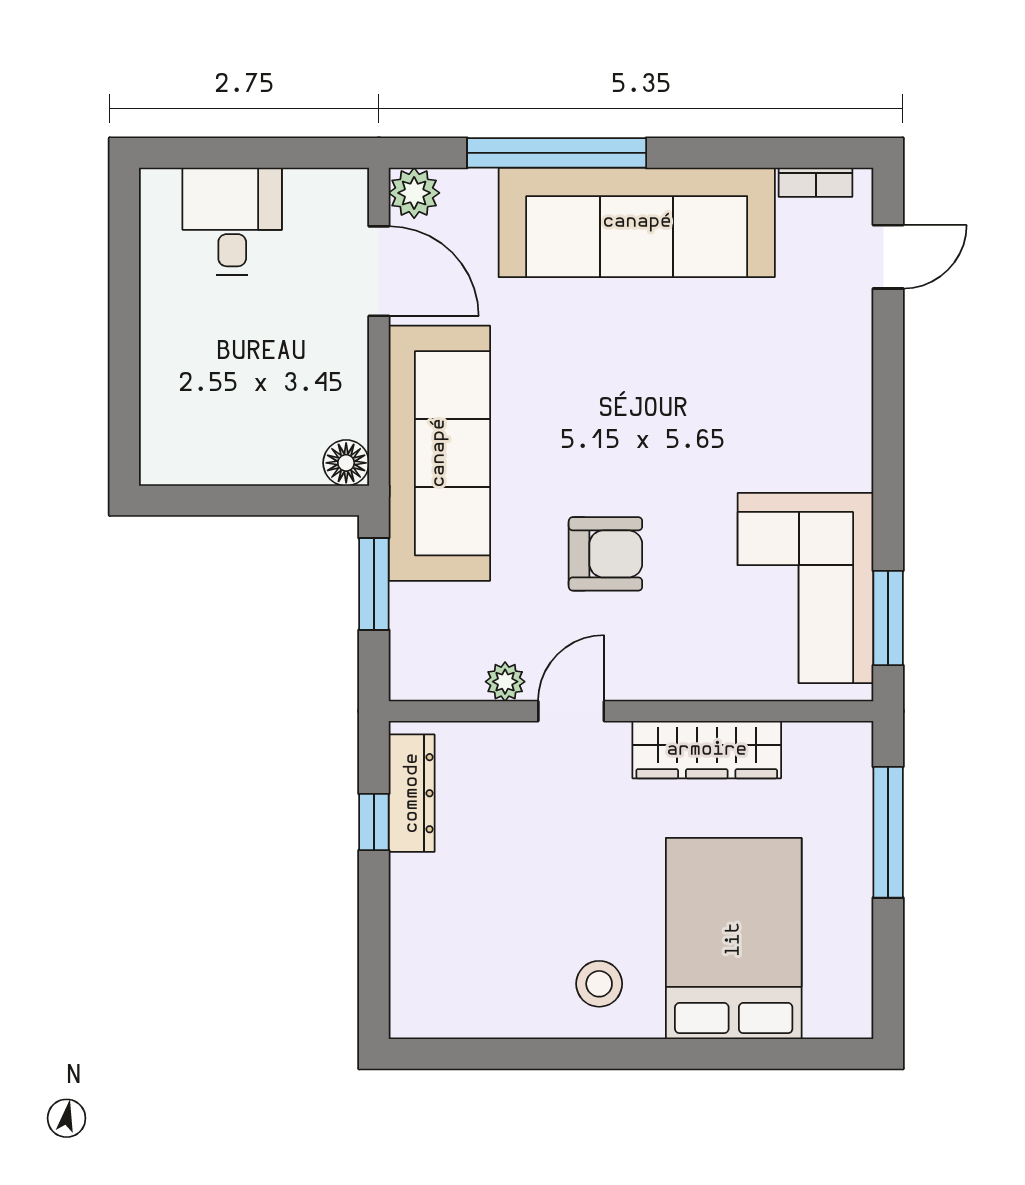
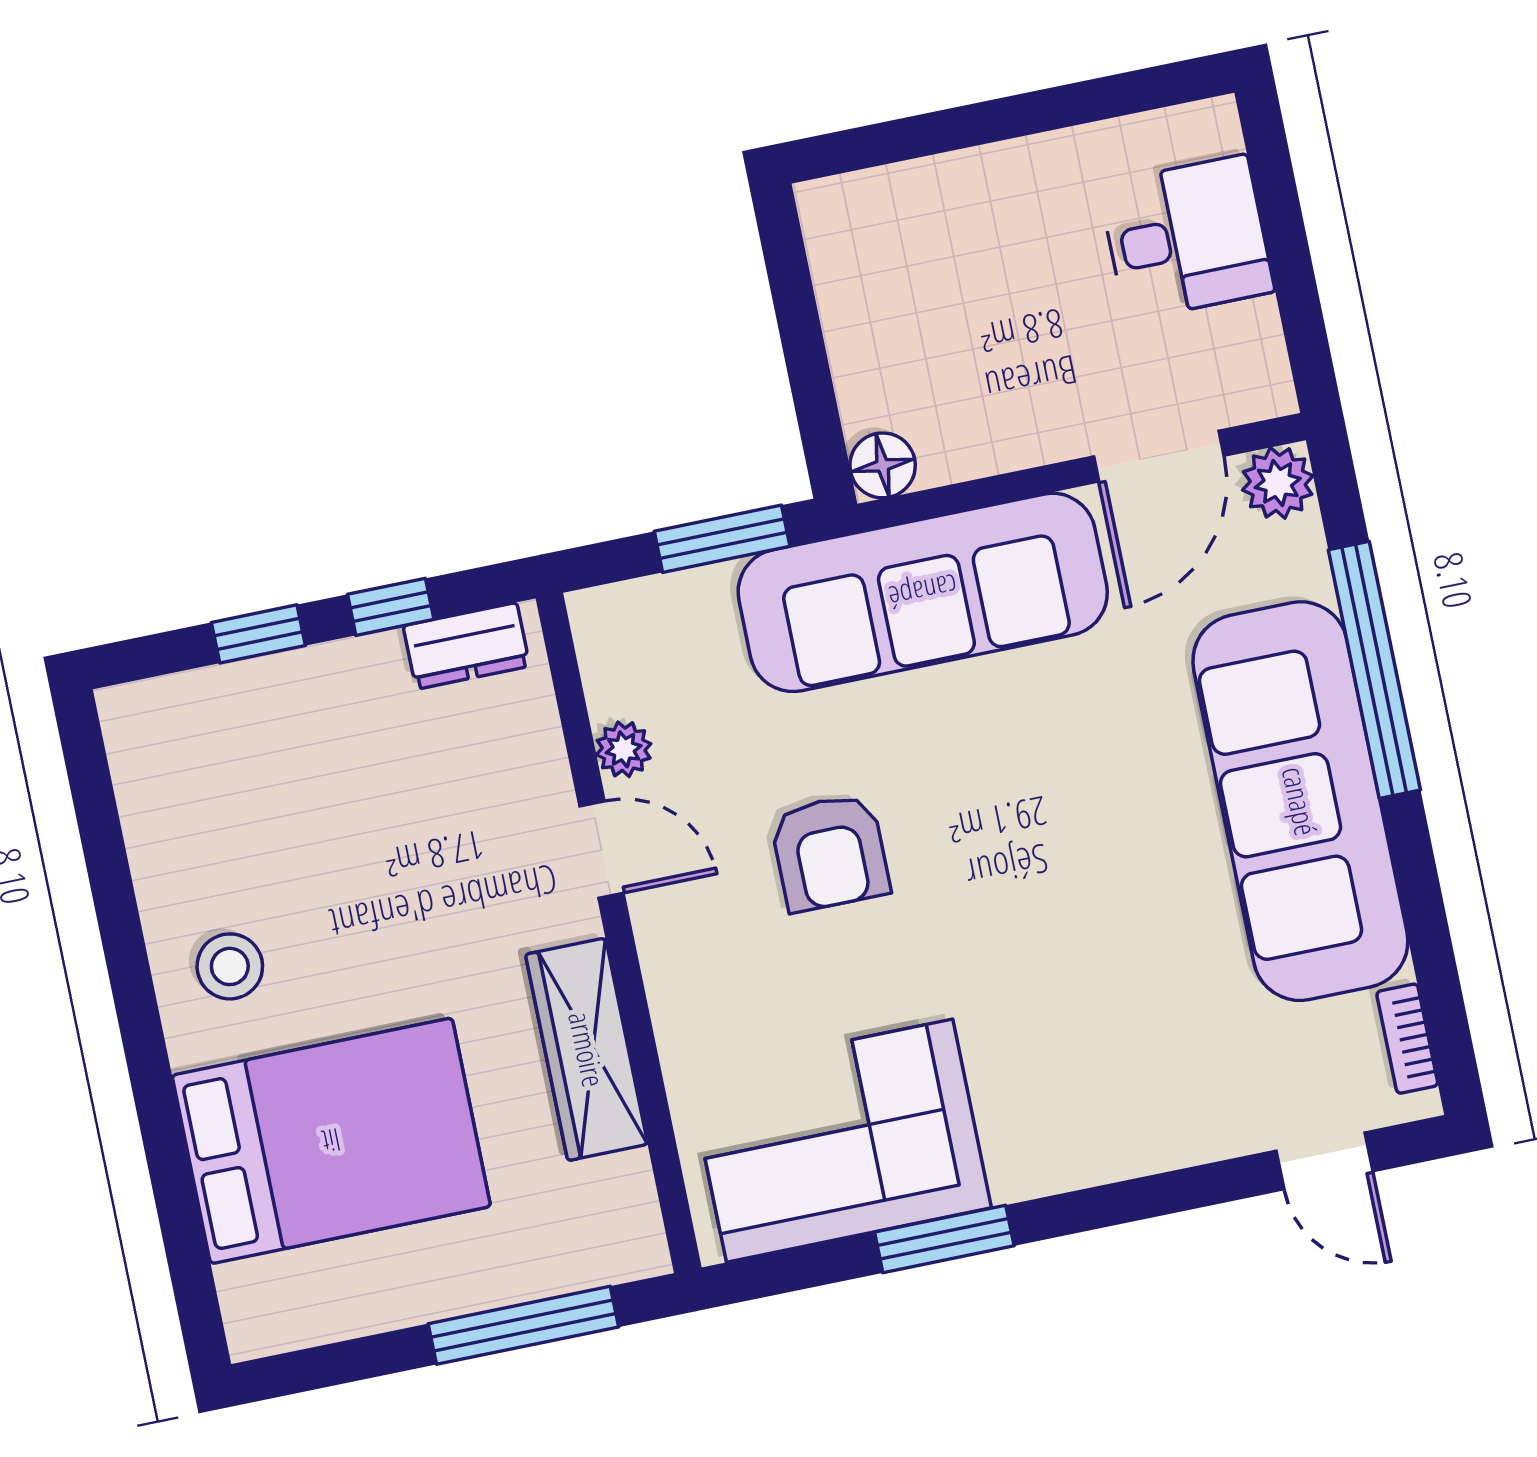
window: (888, 618) -> (944, 1239), moved
dresser: (412, 793) -> (466, 646), width x0.70
window: (374, 917) -> (258, 634), added

